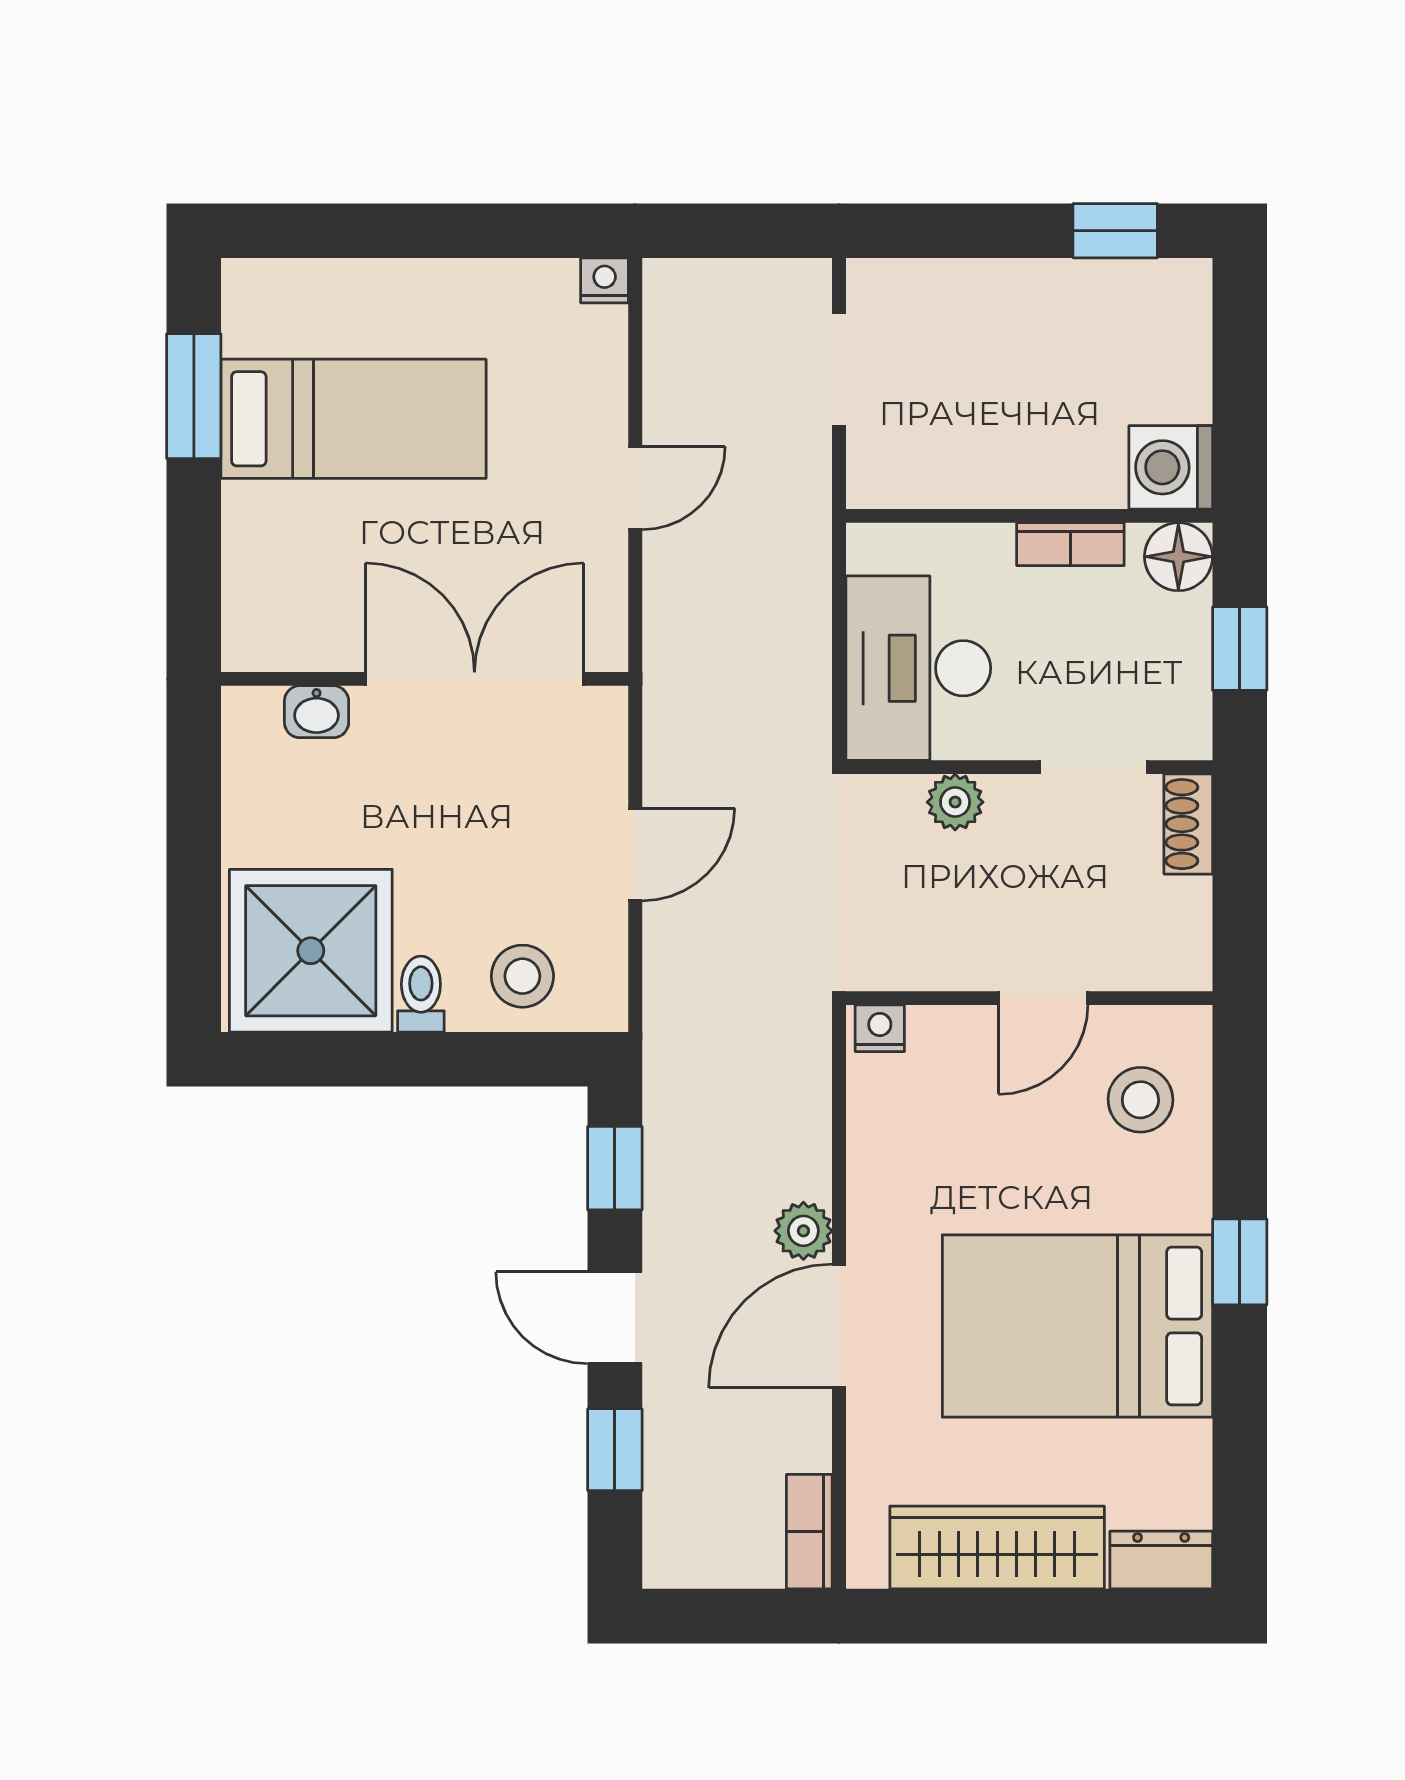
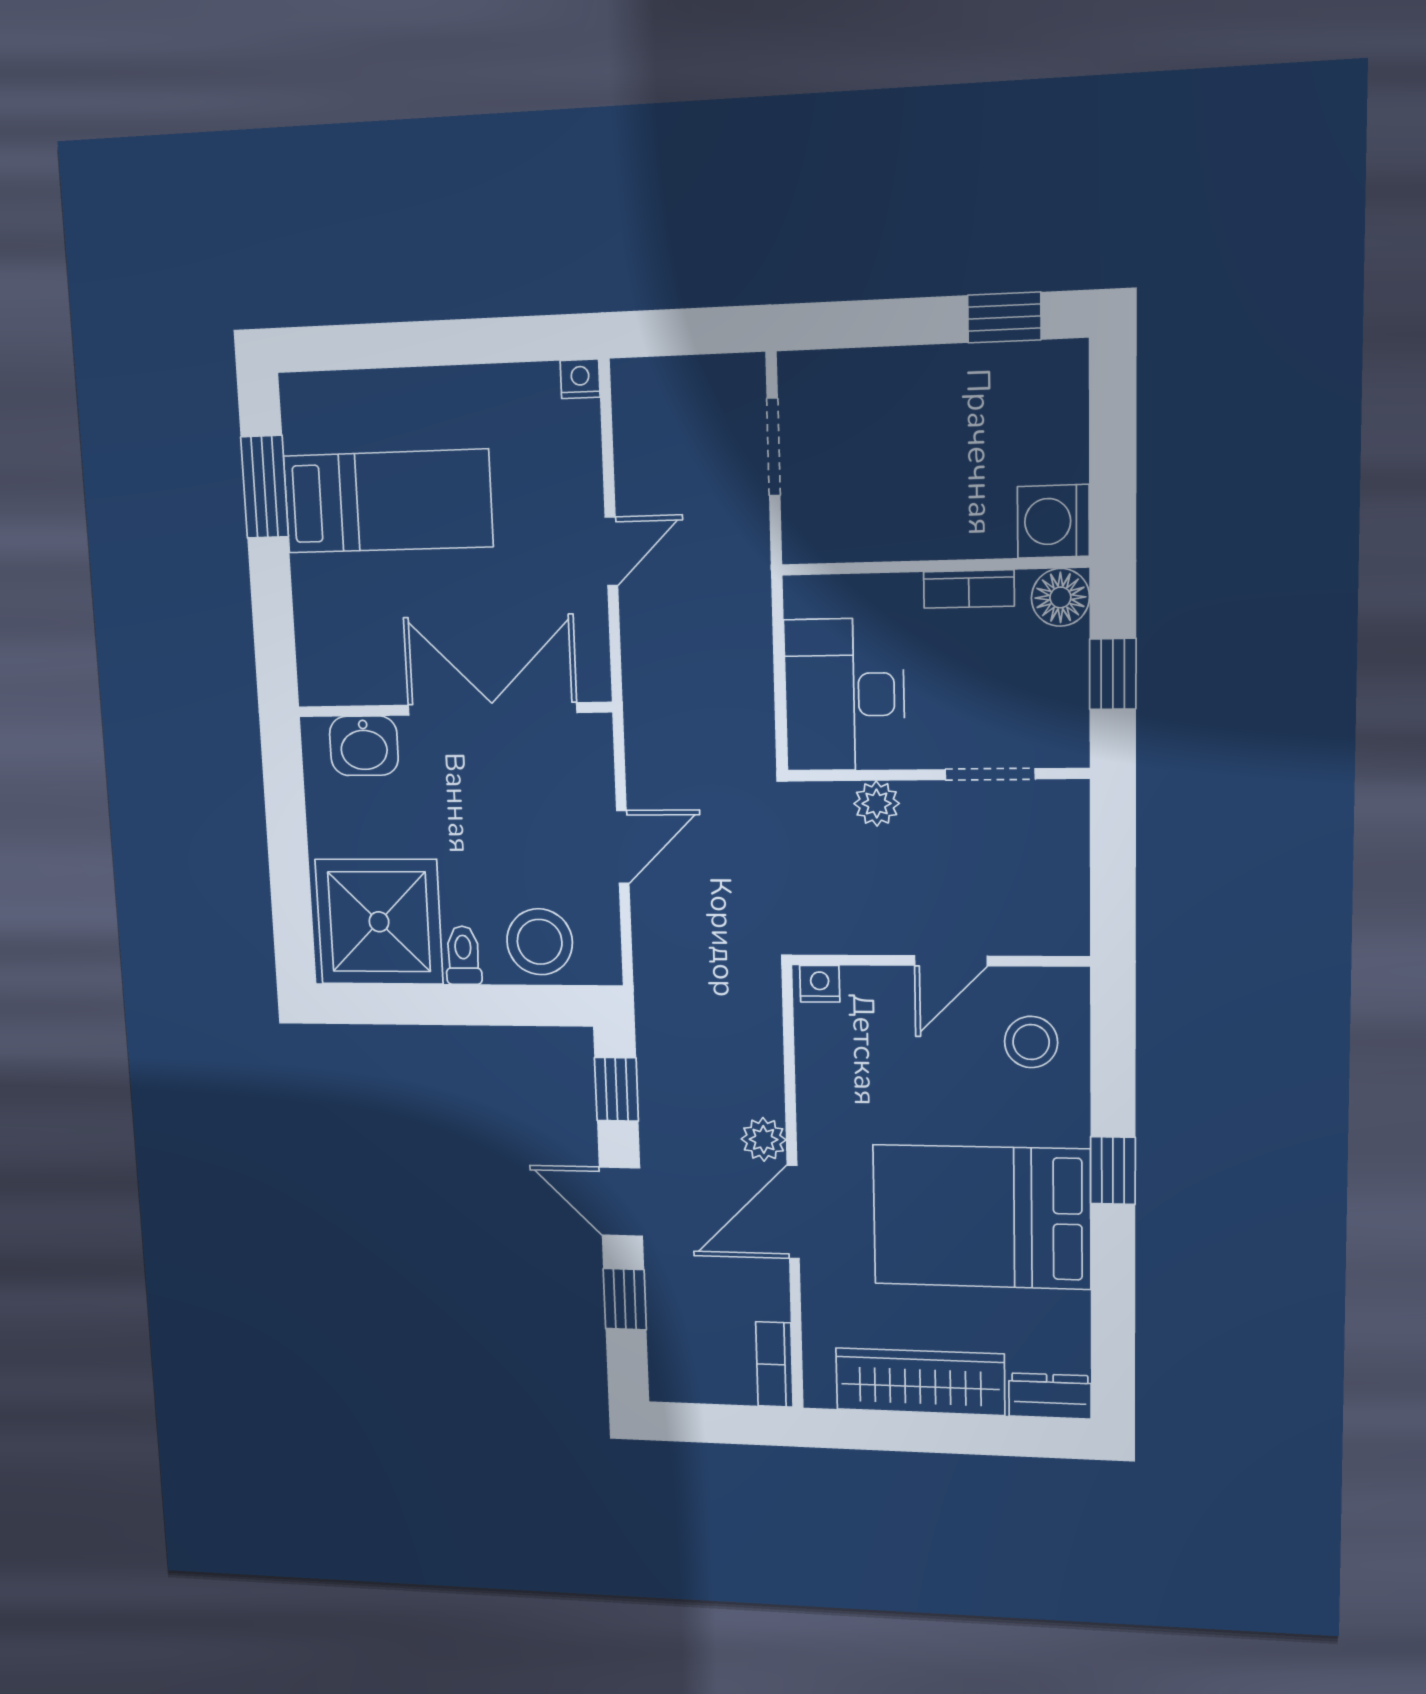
washbasin: (317, 712) -> (364, 746), width x1.38, depth x1.45
shoe rack: (1188, 824) -> (1070, 820), removed
stool: (522, 976) -> (540, 942), width x1.38, depth x1.38

